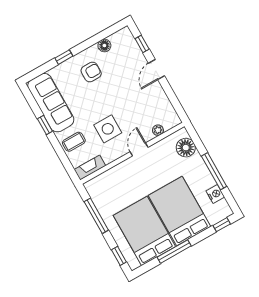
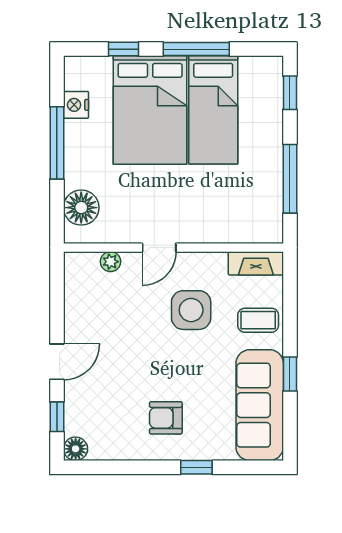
floor lamp: (104, 46) -> (76, 449), moved
window: (222, 225) -> (123, 49), moved
bed: (144, 231) -> (213, 110), width x0.67

